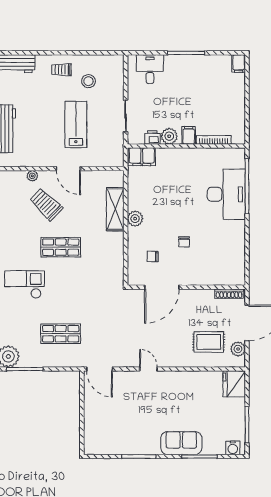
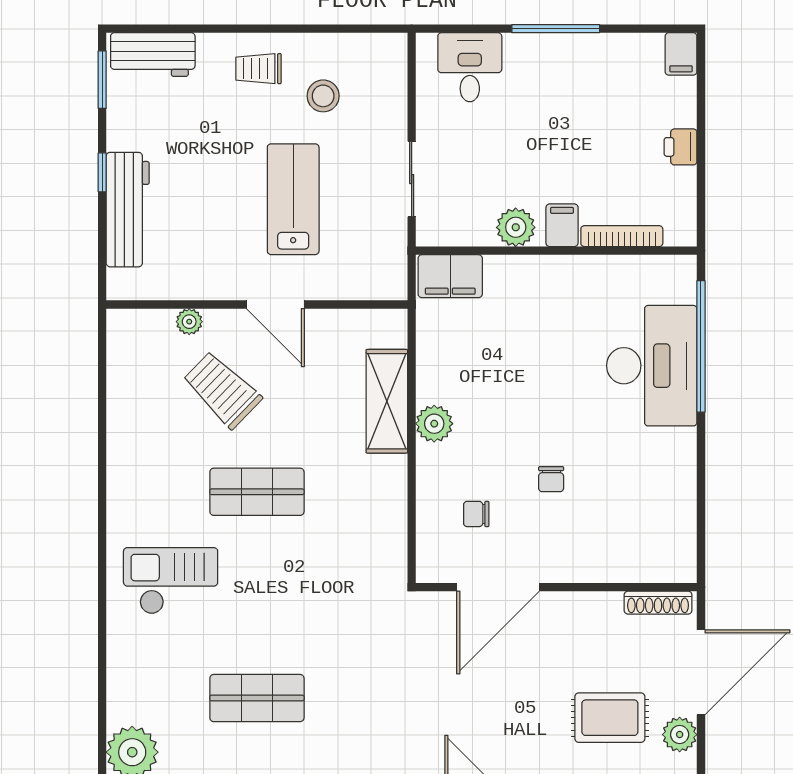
printer: (152, 137) -> (681, 147), moved, turned -90

